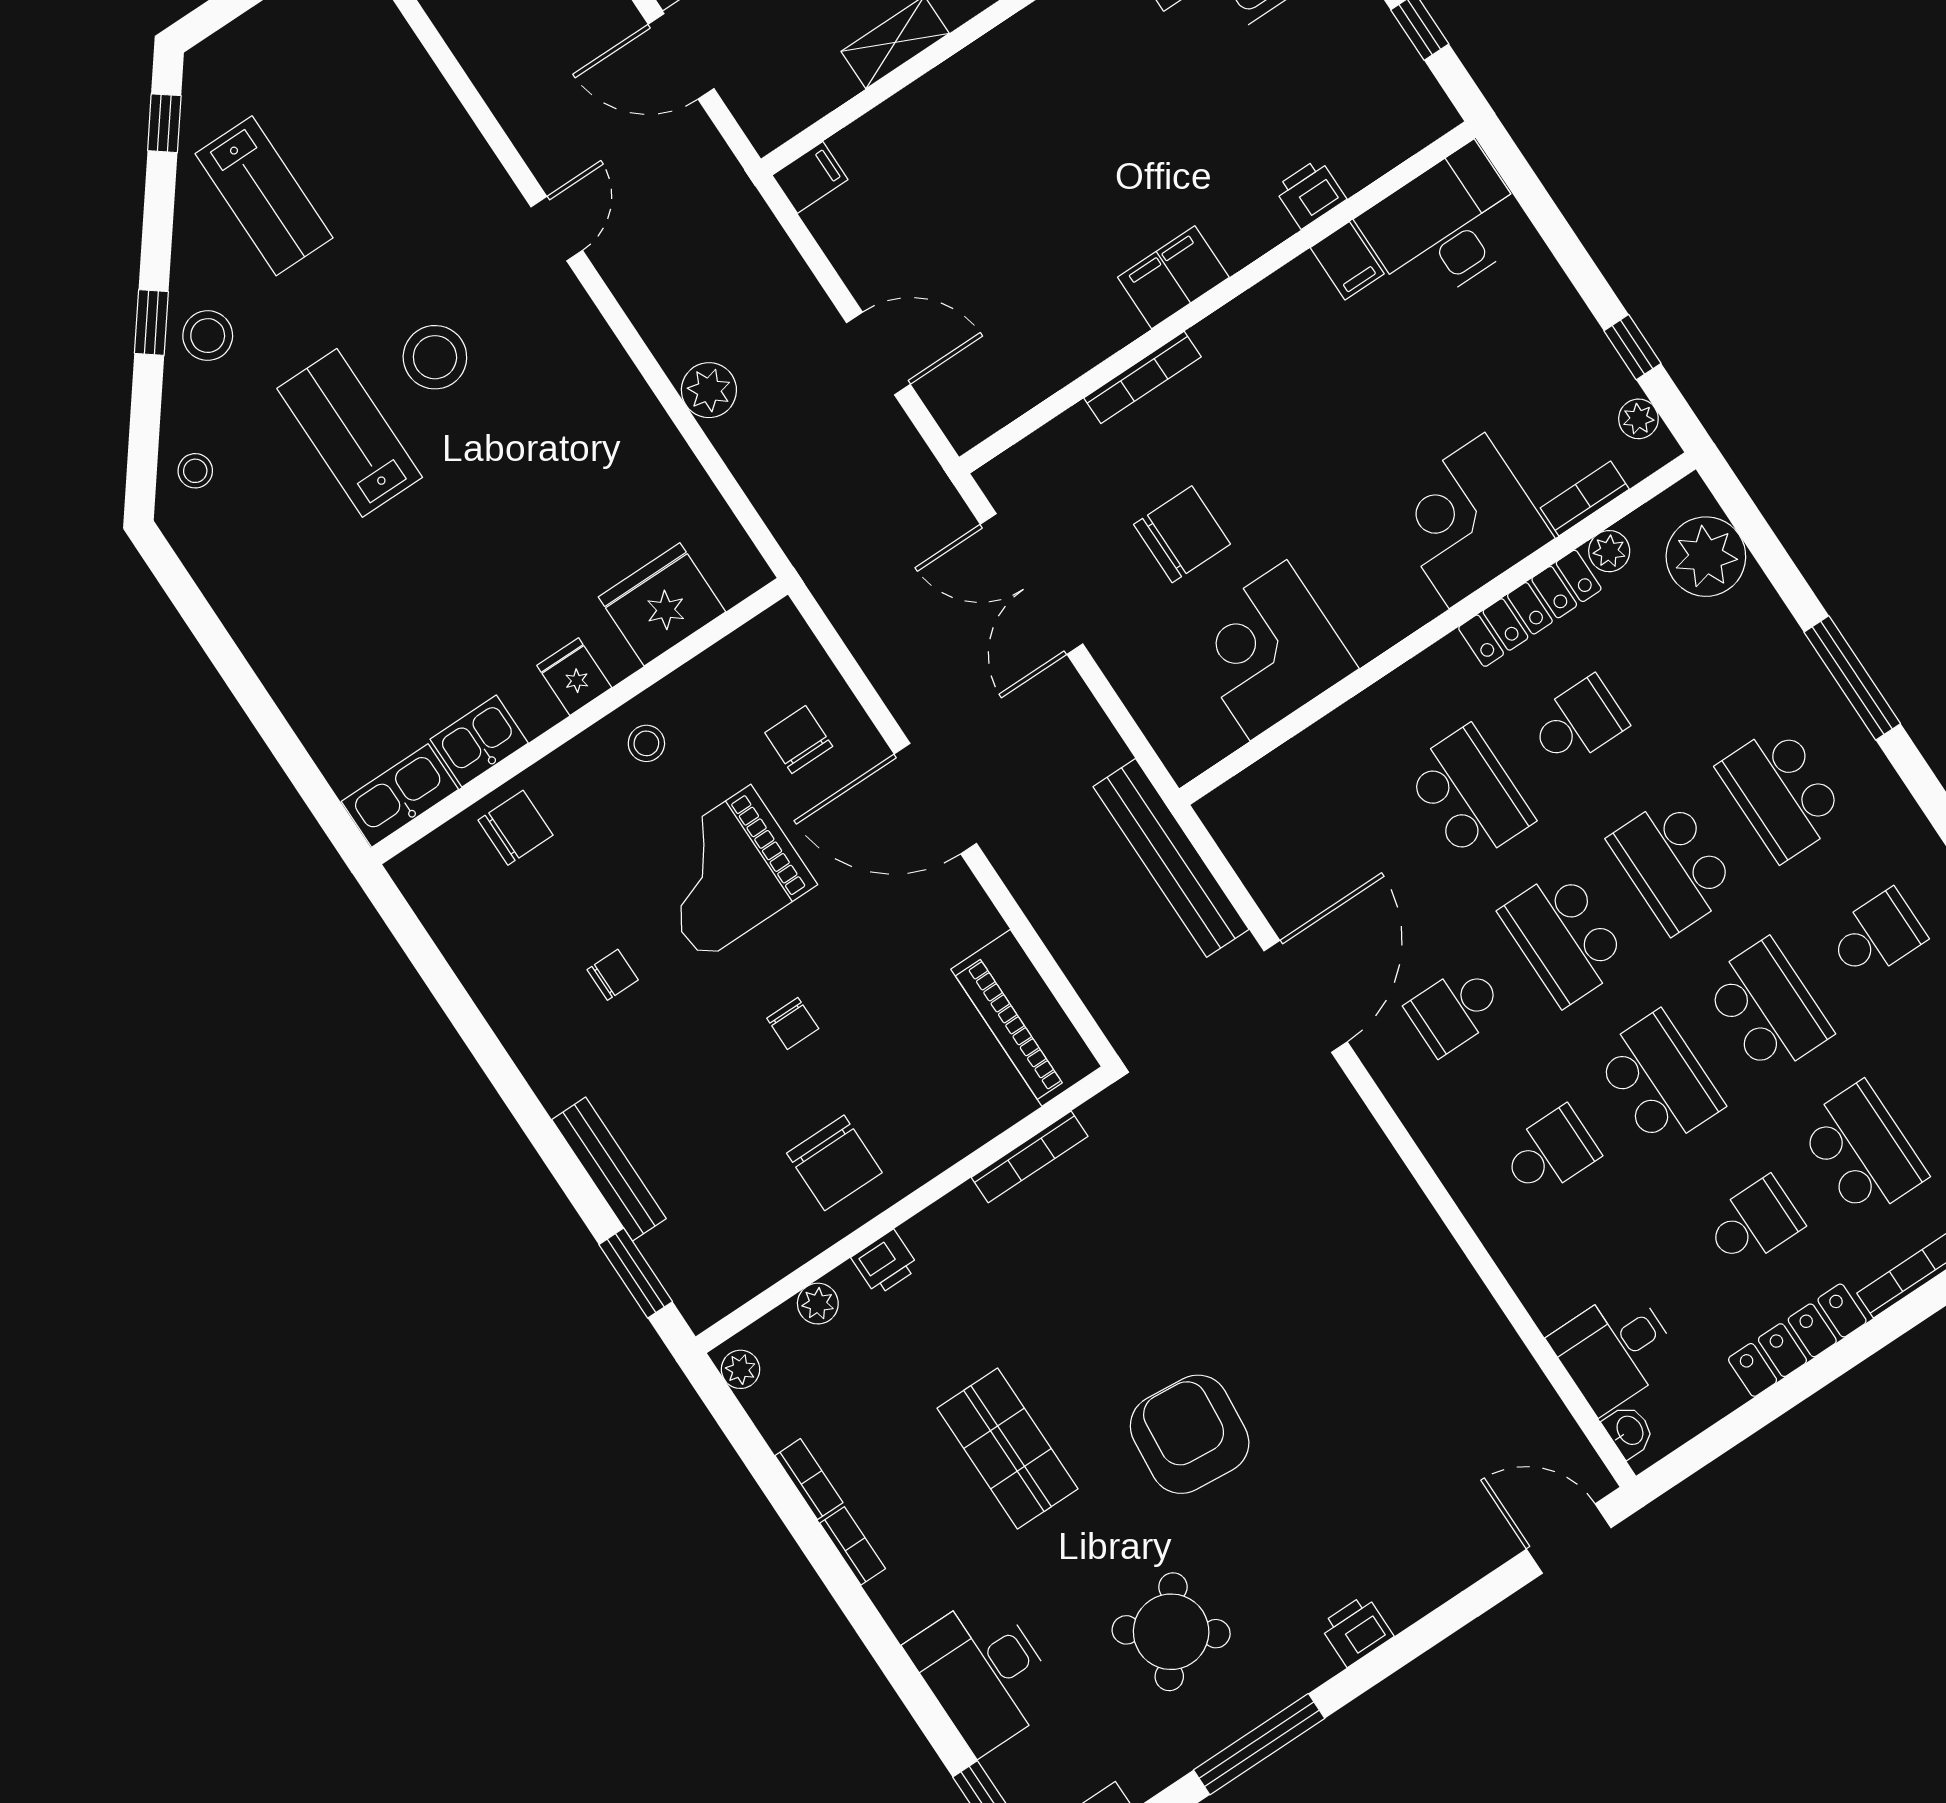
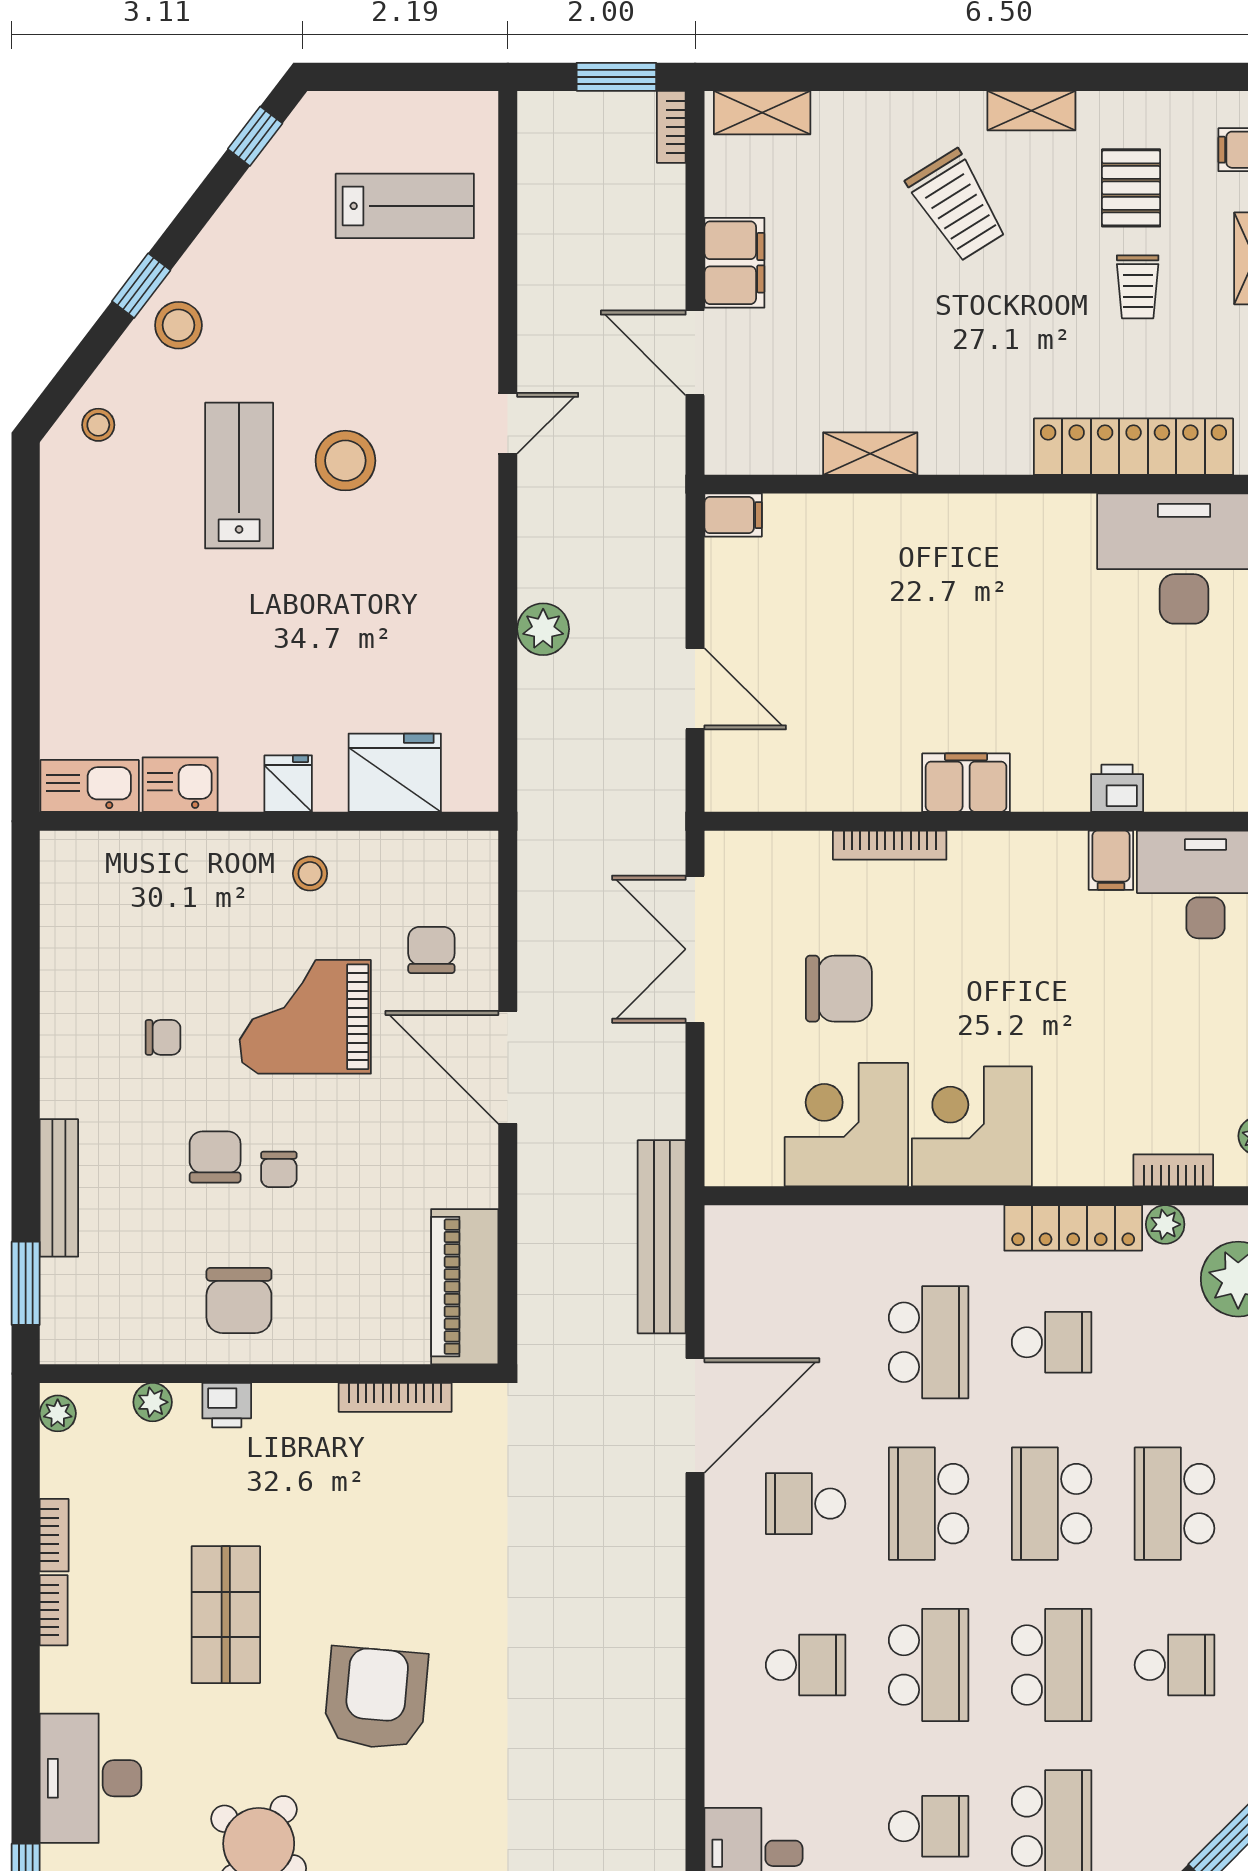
lab bench: (264, 196) -> (405, 206), moved, turned -90
corner desk: (1467, 520) -> (972, 1126), moved
chair: (516, 828) -> (215, 1157), moved, turned -90

